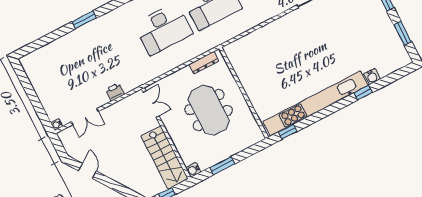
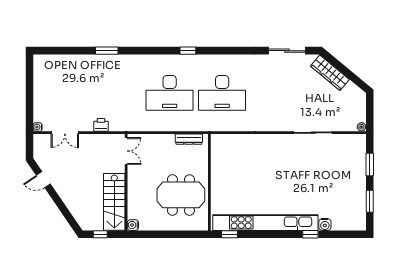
meeting table: (209, 110) -> (181, 195), moved, turned 90
window: (222, 166) -> (159, 234), removed
door: (88, 171) -> (43, 180), swing flipped

